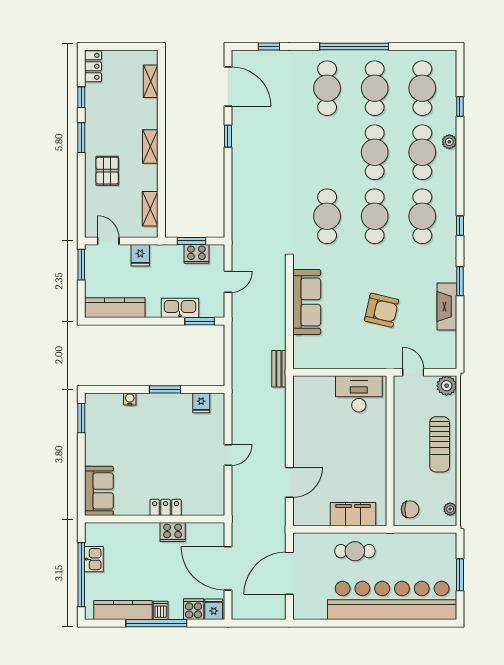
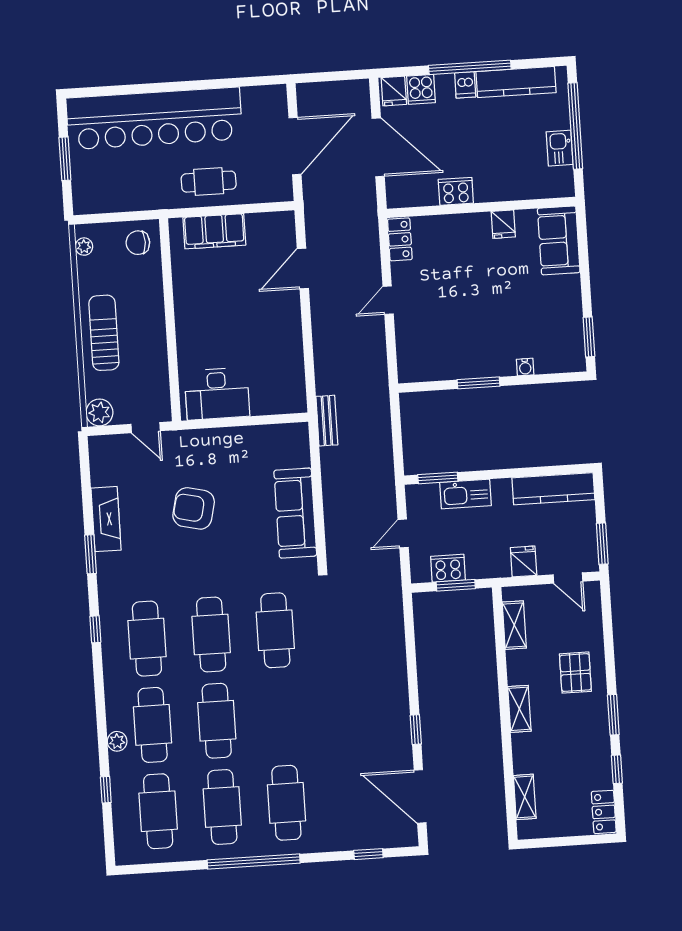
fridge: (201, 403) -> (503, 224), moved, turned 180
locker: (166, 507) -> (400, 239), moved, turned -90

